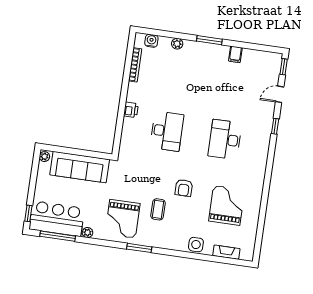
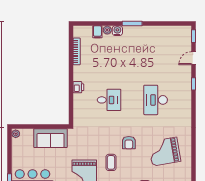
water cooler: (151, 41) -> (117, 31), moved
filing cabinet: (235, 54) -> (97, 32), moved
desk: (167, 131) -> (109, 100), width x0.73
sofa: (80, 167) -> (51, 138), width x0.73
grand piano: (227, 205) -> (164, 152), turned -100

